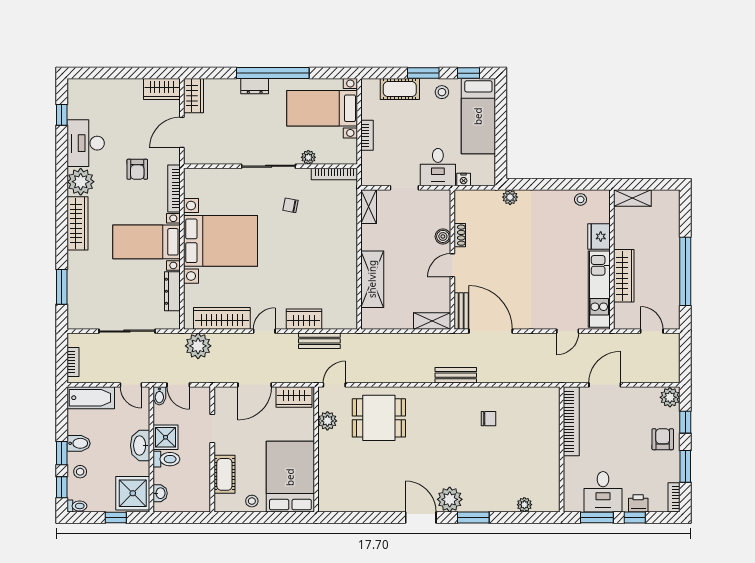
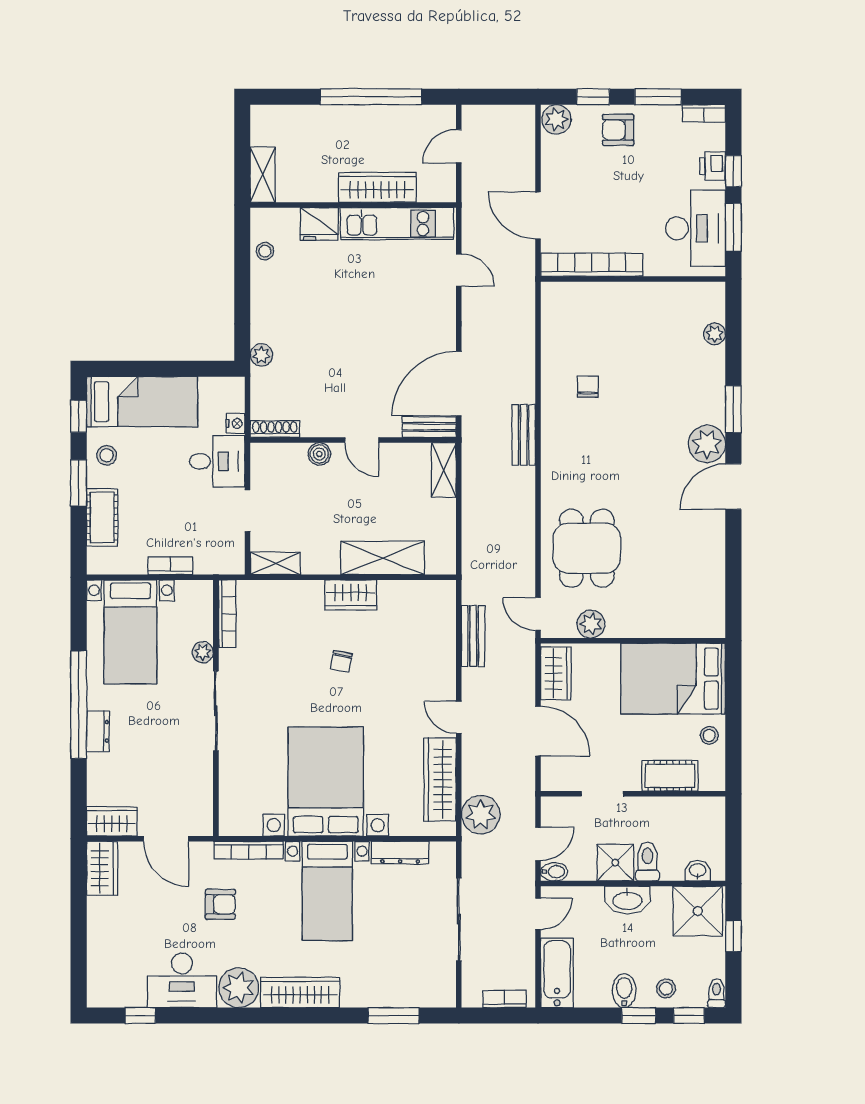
chair: (290, 205) -> (341, 661), moved
shoe rack: (460, 235) -> (275, 429), moved, width x1.43
wardrobe: (304, 319) -> (351, 595), moved, turned -90
desk: (603, 492) -> (696, 228), width x1.37

